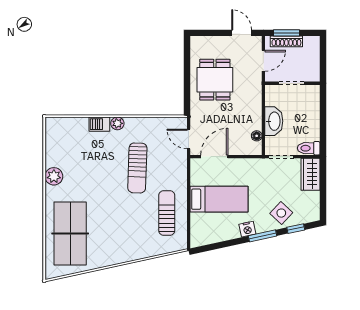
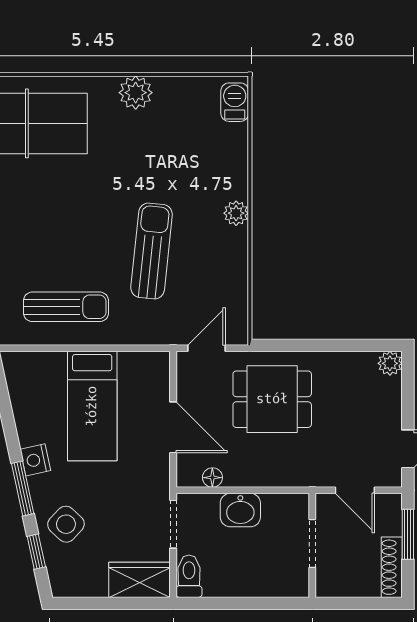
shoe rack: (286, 41) -> (392, 567), moved
plant: (196, 42) -> (390, 363), added
dining table: (215, 80) -> (272, 399), moved
washbasin: (274, 121) -> (240, 510), width x0.72
barbecue: (99, 124) -> (235, 102), moved
door: (214, 157) -> (173, 427), moved
sun lounger: (137, 168) -> (152, 251), turned 94

